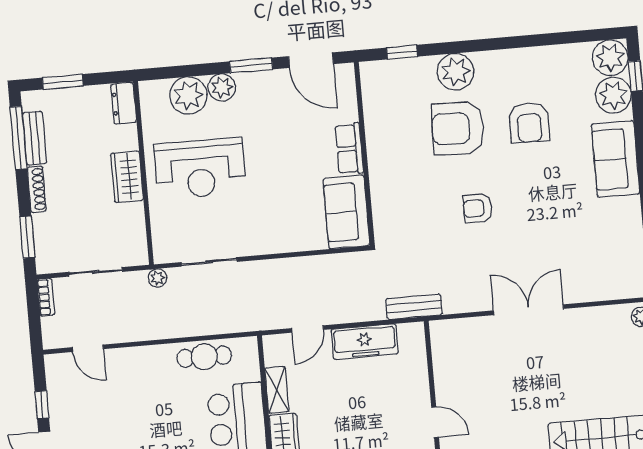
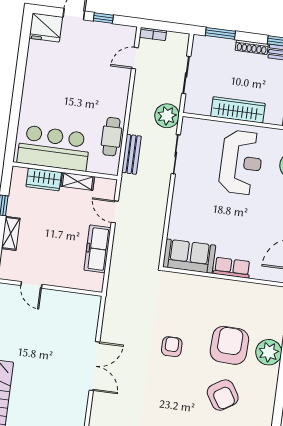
armchair: (529, 122) -> (223, 395), turned -122
reception desk: (200, 168) -> (241, 162), turned 180
wardrobe: (127, 177) -> (238, 110), width x1.50
plant: (157, 278) -> (167, 116), width x1.88, depth x1.88
bookcase: (46, 297) -> (153, 34), moved
bench: (414, 307) -> (131, 154), moved
door: (435, 422) -> (31, 285), hinge flipped

